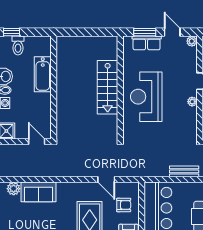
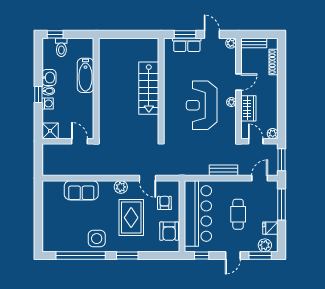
reception desk: (146, 97) -> (202, 105), moved
plant: (14, 189) -> (121, 187), moved
armchair: (124, 205) -> (164, 203), turned -90

